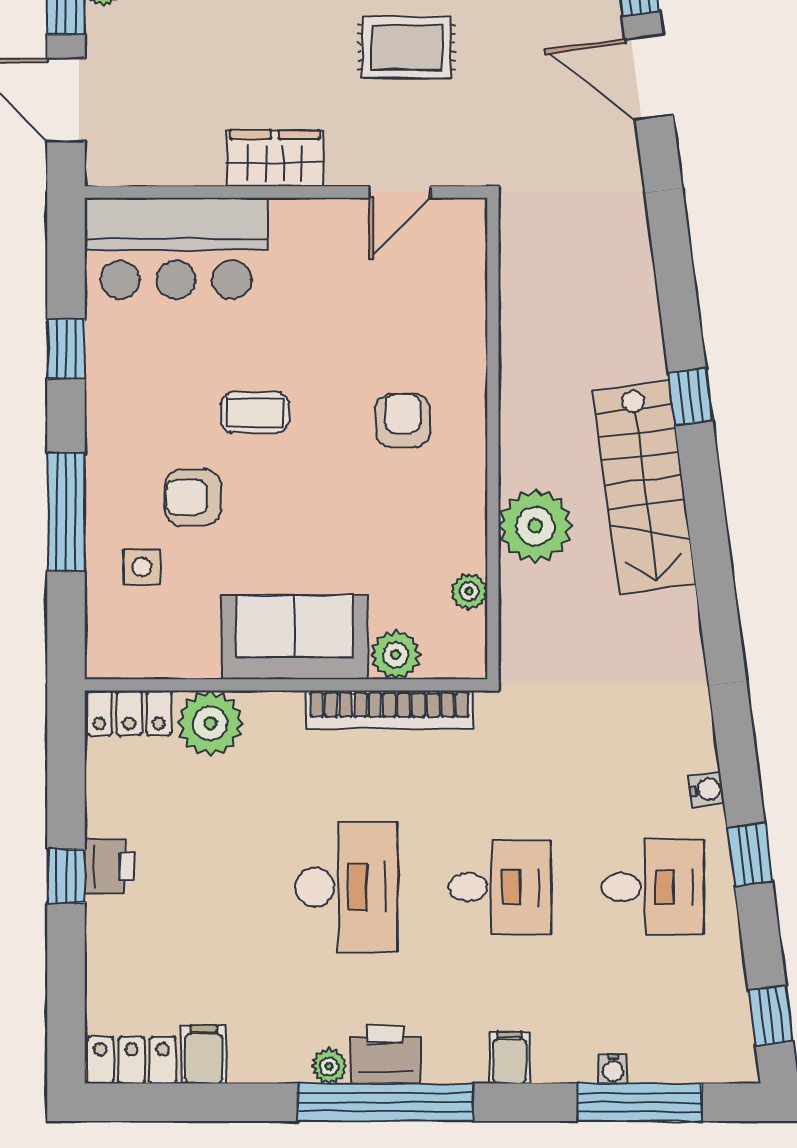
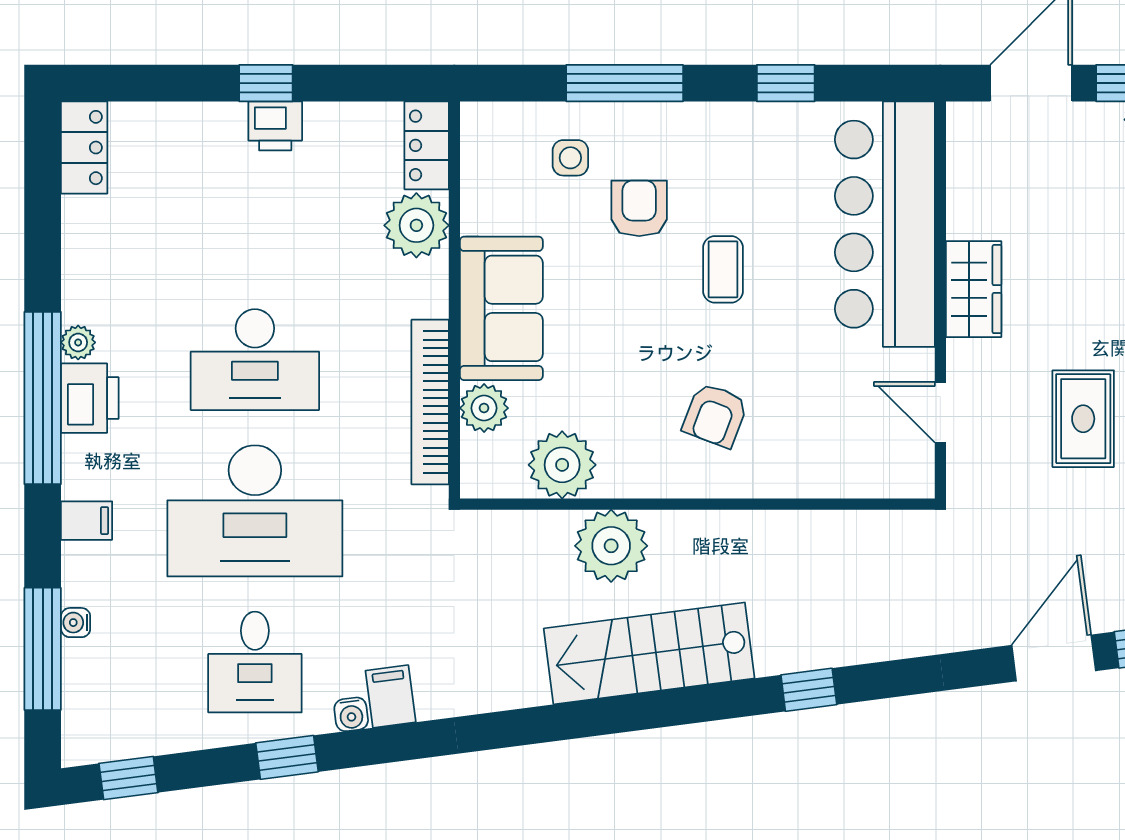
bar counter: (176, 248) -> (885, 224), width x1.36
window: (690, 397) -> (809, 690), moved
armchair: (403, 420) -> (715, 415), turned 111
plant: (469, 591) -> (562, 465), width x1.88, depth x1.88
desk: (500, 887) -> (255, 511), width x1.87, depth x1.30
filing cabinet: (204, 1054) -> (391, 696), moved, turned -97

